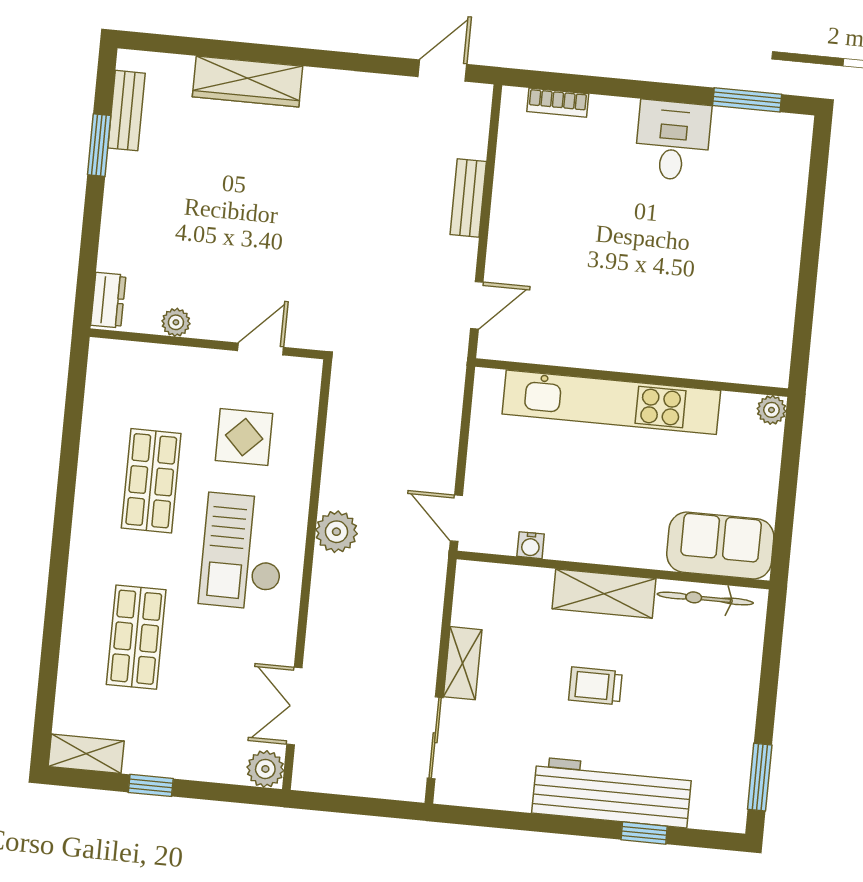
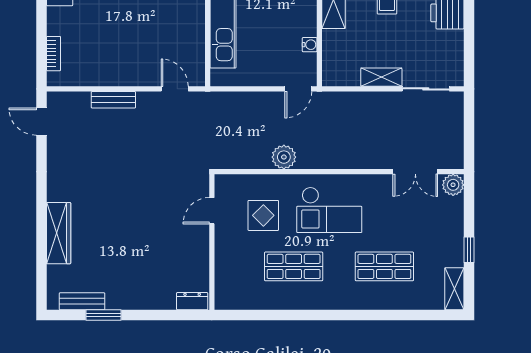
plant: (176, 322) -> (201, 261), removed
door: (261, 349) -> (212, 211), hinge flipped
plant: (336, 532) -> (284, 157), moved

